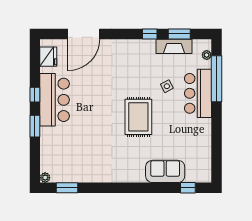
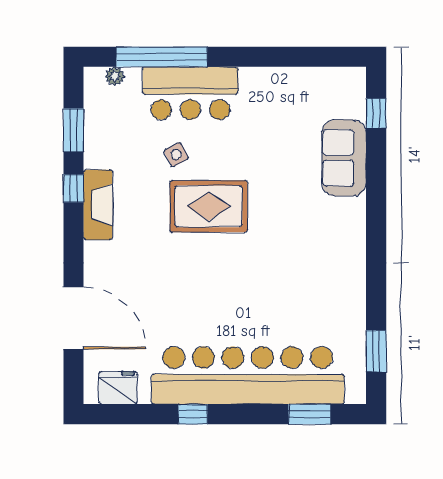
fireplace: (174, 46) -> (98, 205), moved
bar counter: (55, 100) -> (248, 375), width x1.86
rug: (138, 117) -> (209, 206), moved
window: (35, 126) -> (310, 414), moved
plant: (45, 178) -> (356, 394), removed

